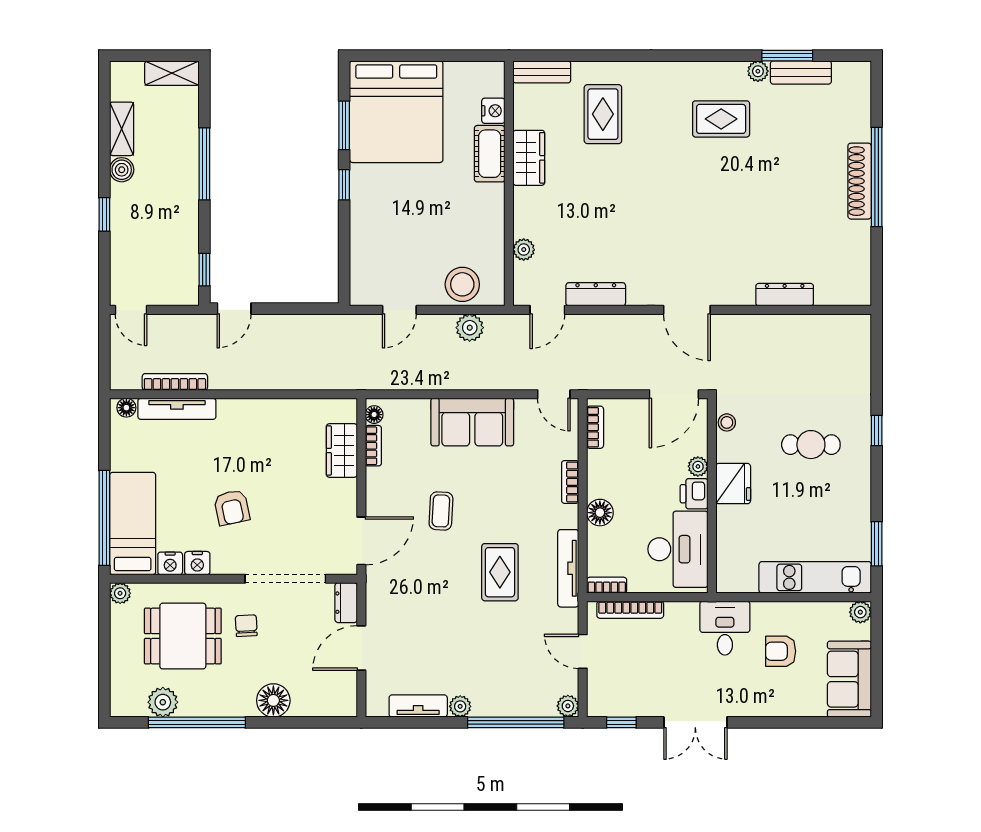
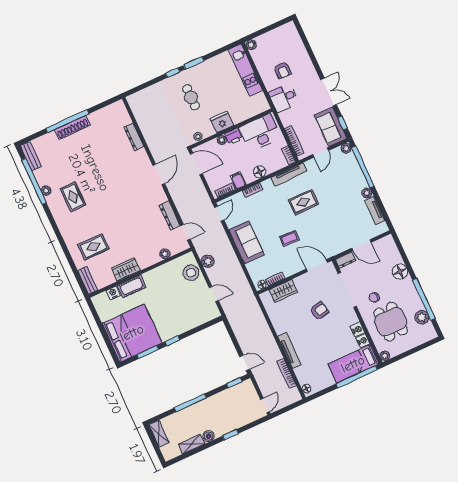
window: (787, 56) -> (34, 181), width x2.11
bench: (801, 72) -> (31, 156), moved
tv unit: (177, 409) -> (290, 350), moved
filing cabinet: (603, 462) -> (238, 180), added
armchair: (232, 508) -> (319, 311), moved
window: (877, 544) -> (194, 63), moved
sofa: (849, 679) -> (331, 127), moved, turned 90

